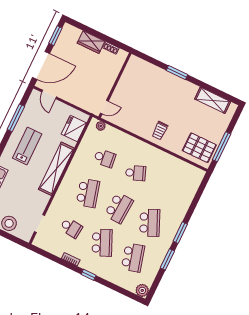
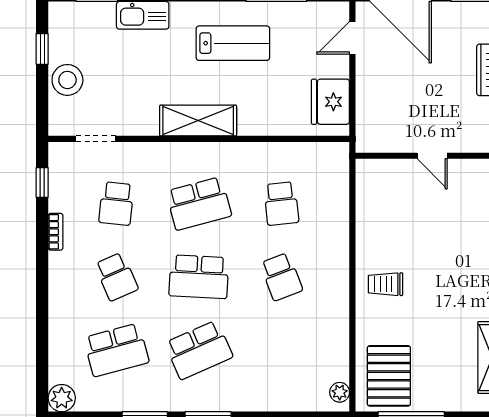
door: (104, 107) -> (432, 156), moved
plant: (101, 126) -> (340, 392), moved
fridge: (74, 128) -> (330, 102), moved, turned -90
shelving: (56, 169) -> (198, 121), width x0.68
school desk: (102, 243) -> (116, 277), width x0.54
window: (89, 275) -> (42, 182), moved

